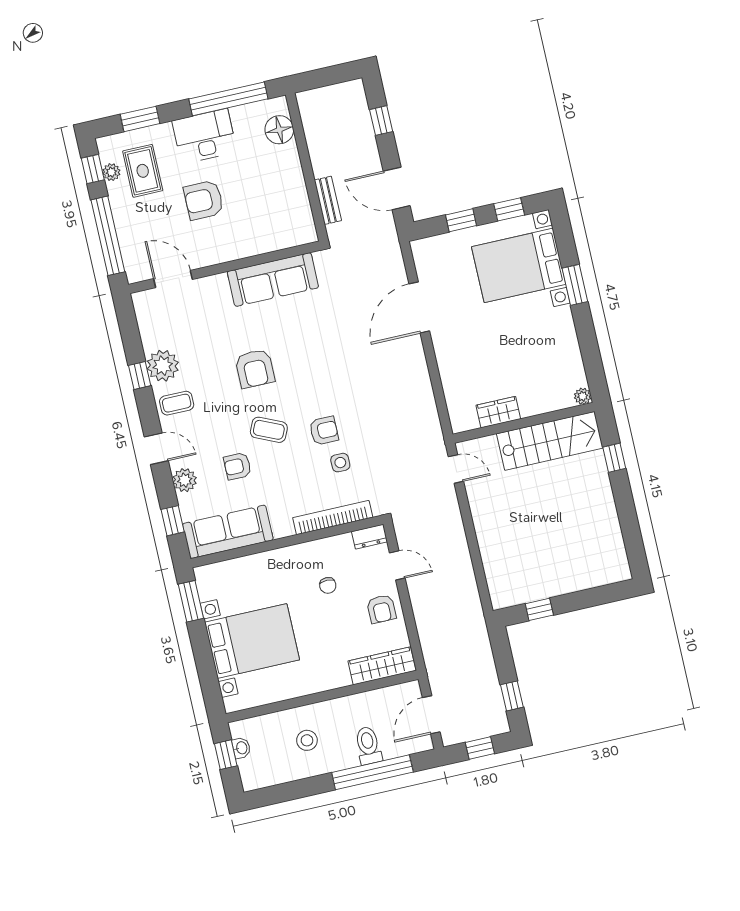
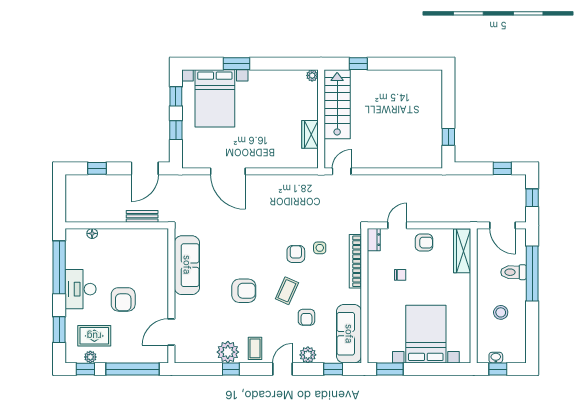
floor lamp: (279, 130) -> (92, 233), width x0.53, depth x0.53

